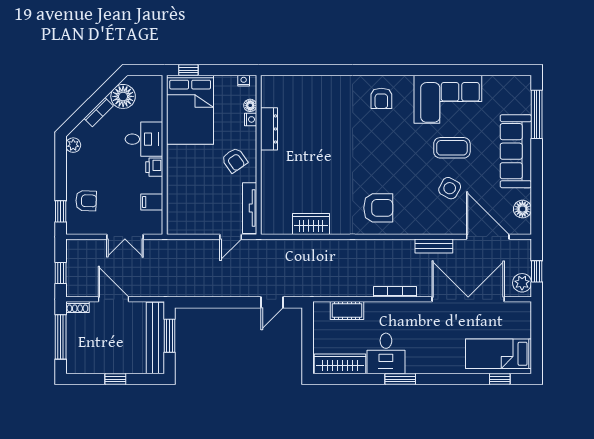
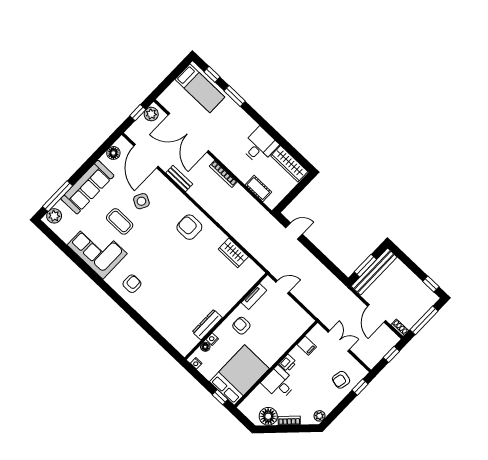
plant: (521, 92) -> (54, 216), added
armchair: (235, 160) -> (241, 326), turned -55
armchair: (86, 201) -> (341, 380), turned -80
tv unit: (250, 208) -> (254, 296), width x0.71
window: (115, 379) -> (431, 284), moved
window: (400, 379) -> (235, 96), moved

